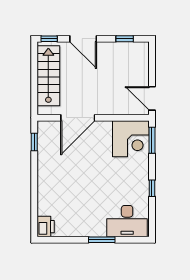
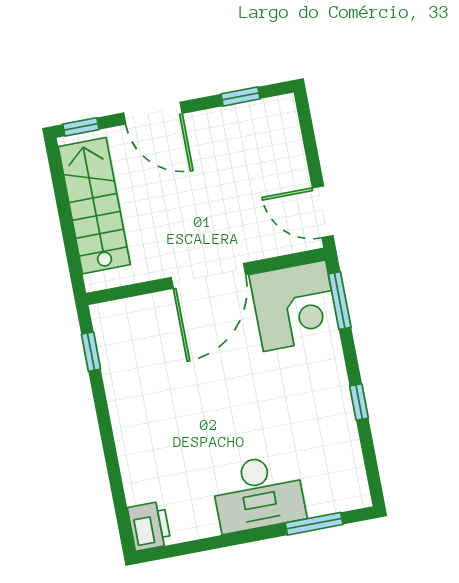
door: (78, 118) -> (208, 276), moved
desk: (127, 221) -> (258, 493), moved
window: (102, 240) -> (314, 524), moved

